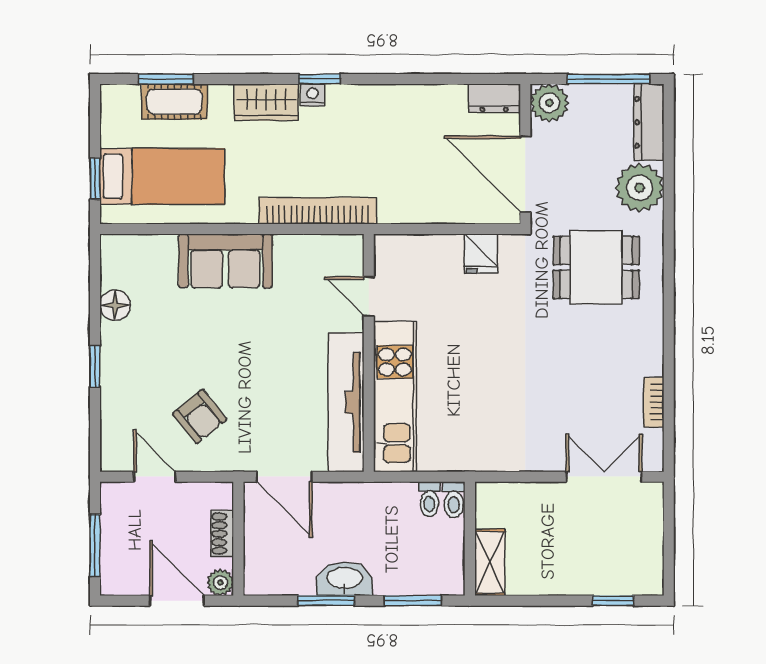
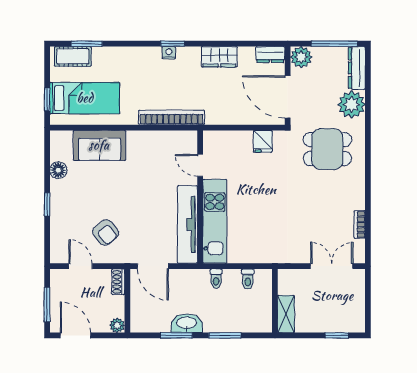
cot: (174, 102) -> (73, 56), moved
wardrobe: (266, 102) -> (219, 57), moved
sofa: (225, 261) -> (99, 145), moved
toilet: (429, 499) -> (216, 279), moved
shoe rack: (222, 534) -> (118, 282), moved
wall: (470, 539) -> (275, 301), moved
shelving: (490, 562) -> (286, 314), moved
door: (177, 601) -> (75, 335), moved

